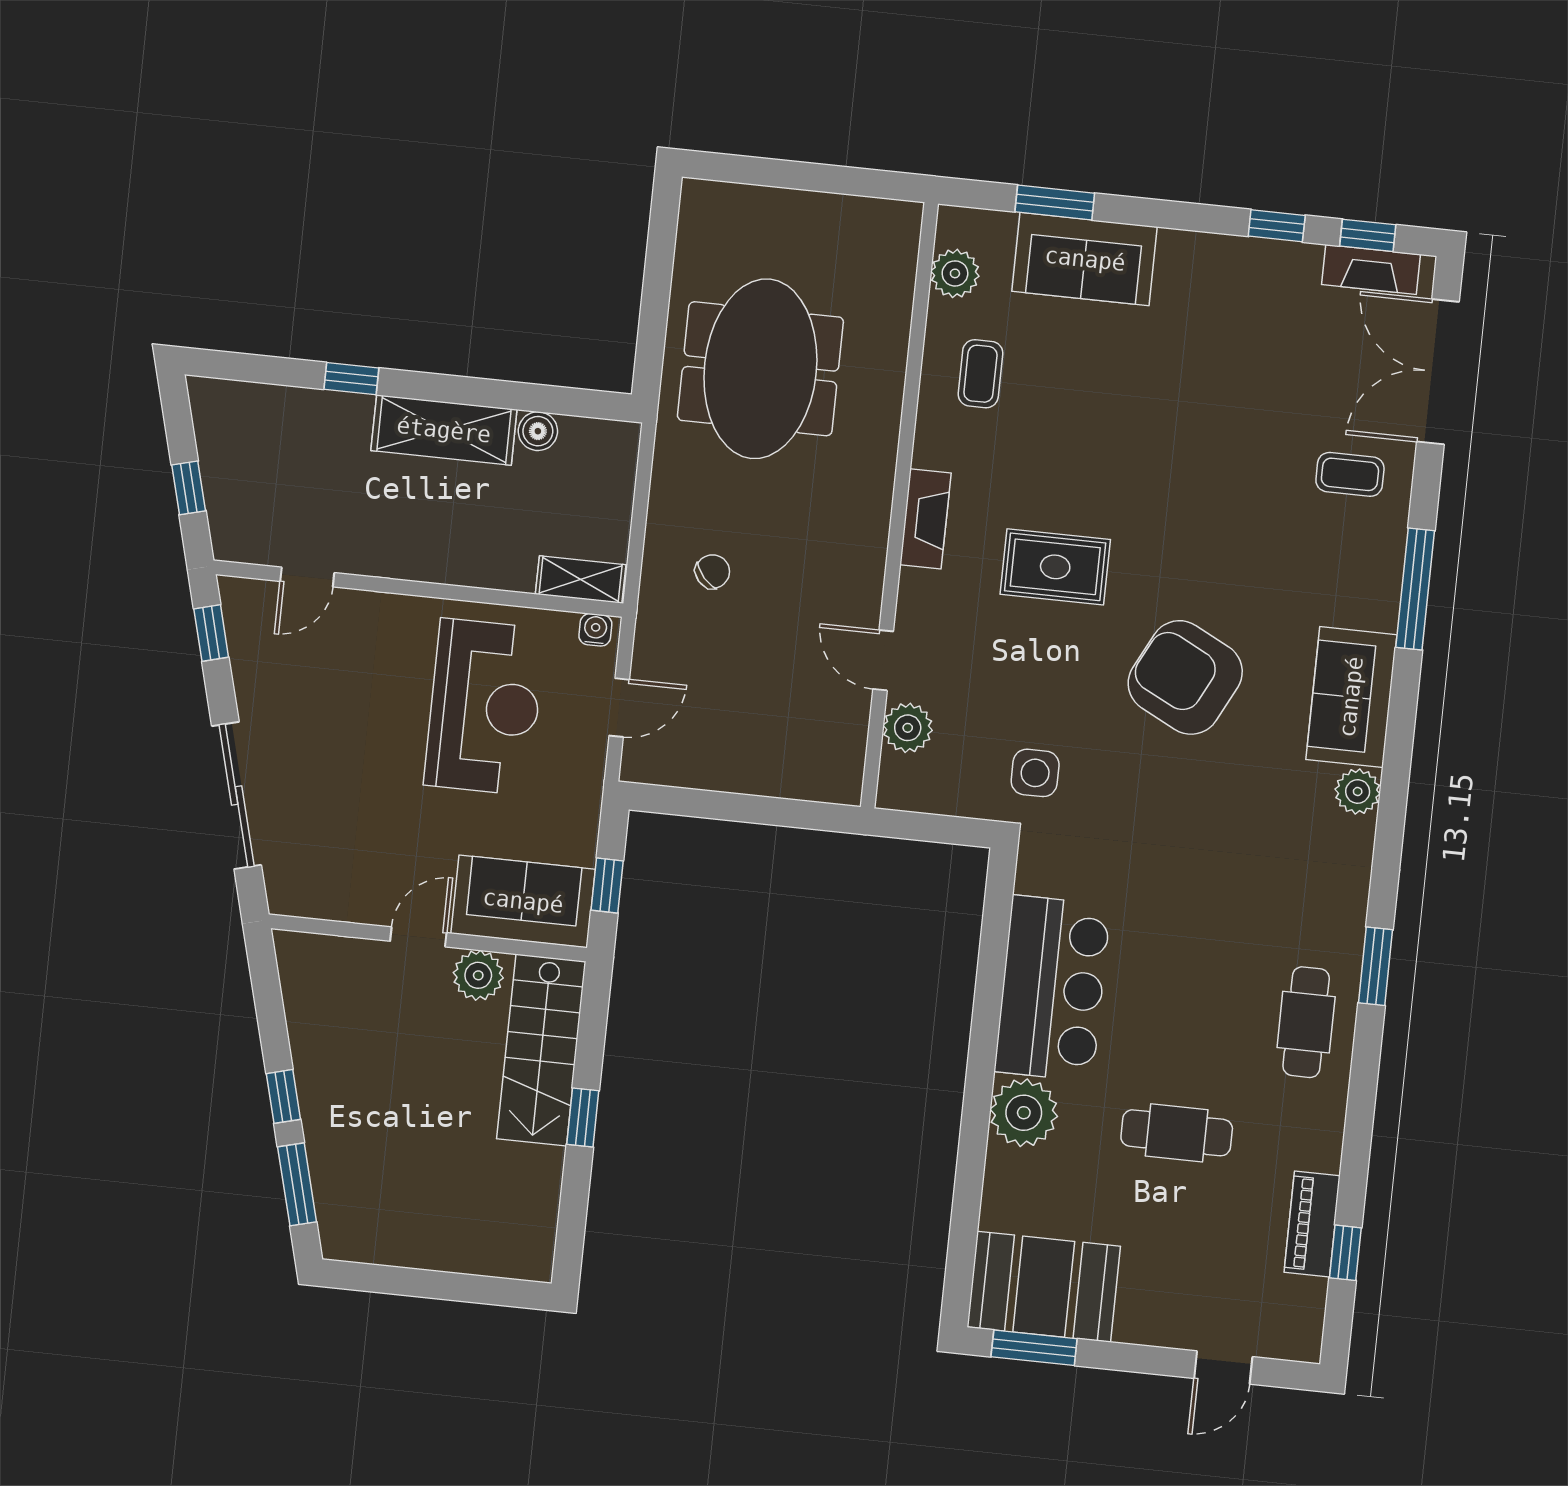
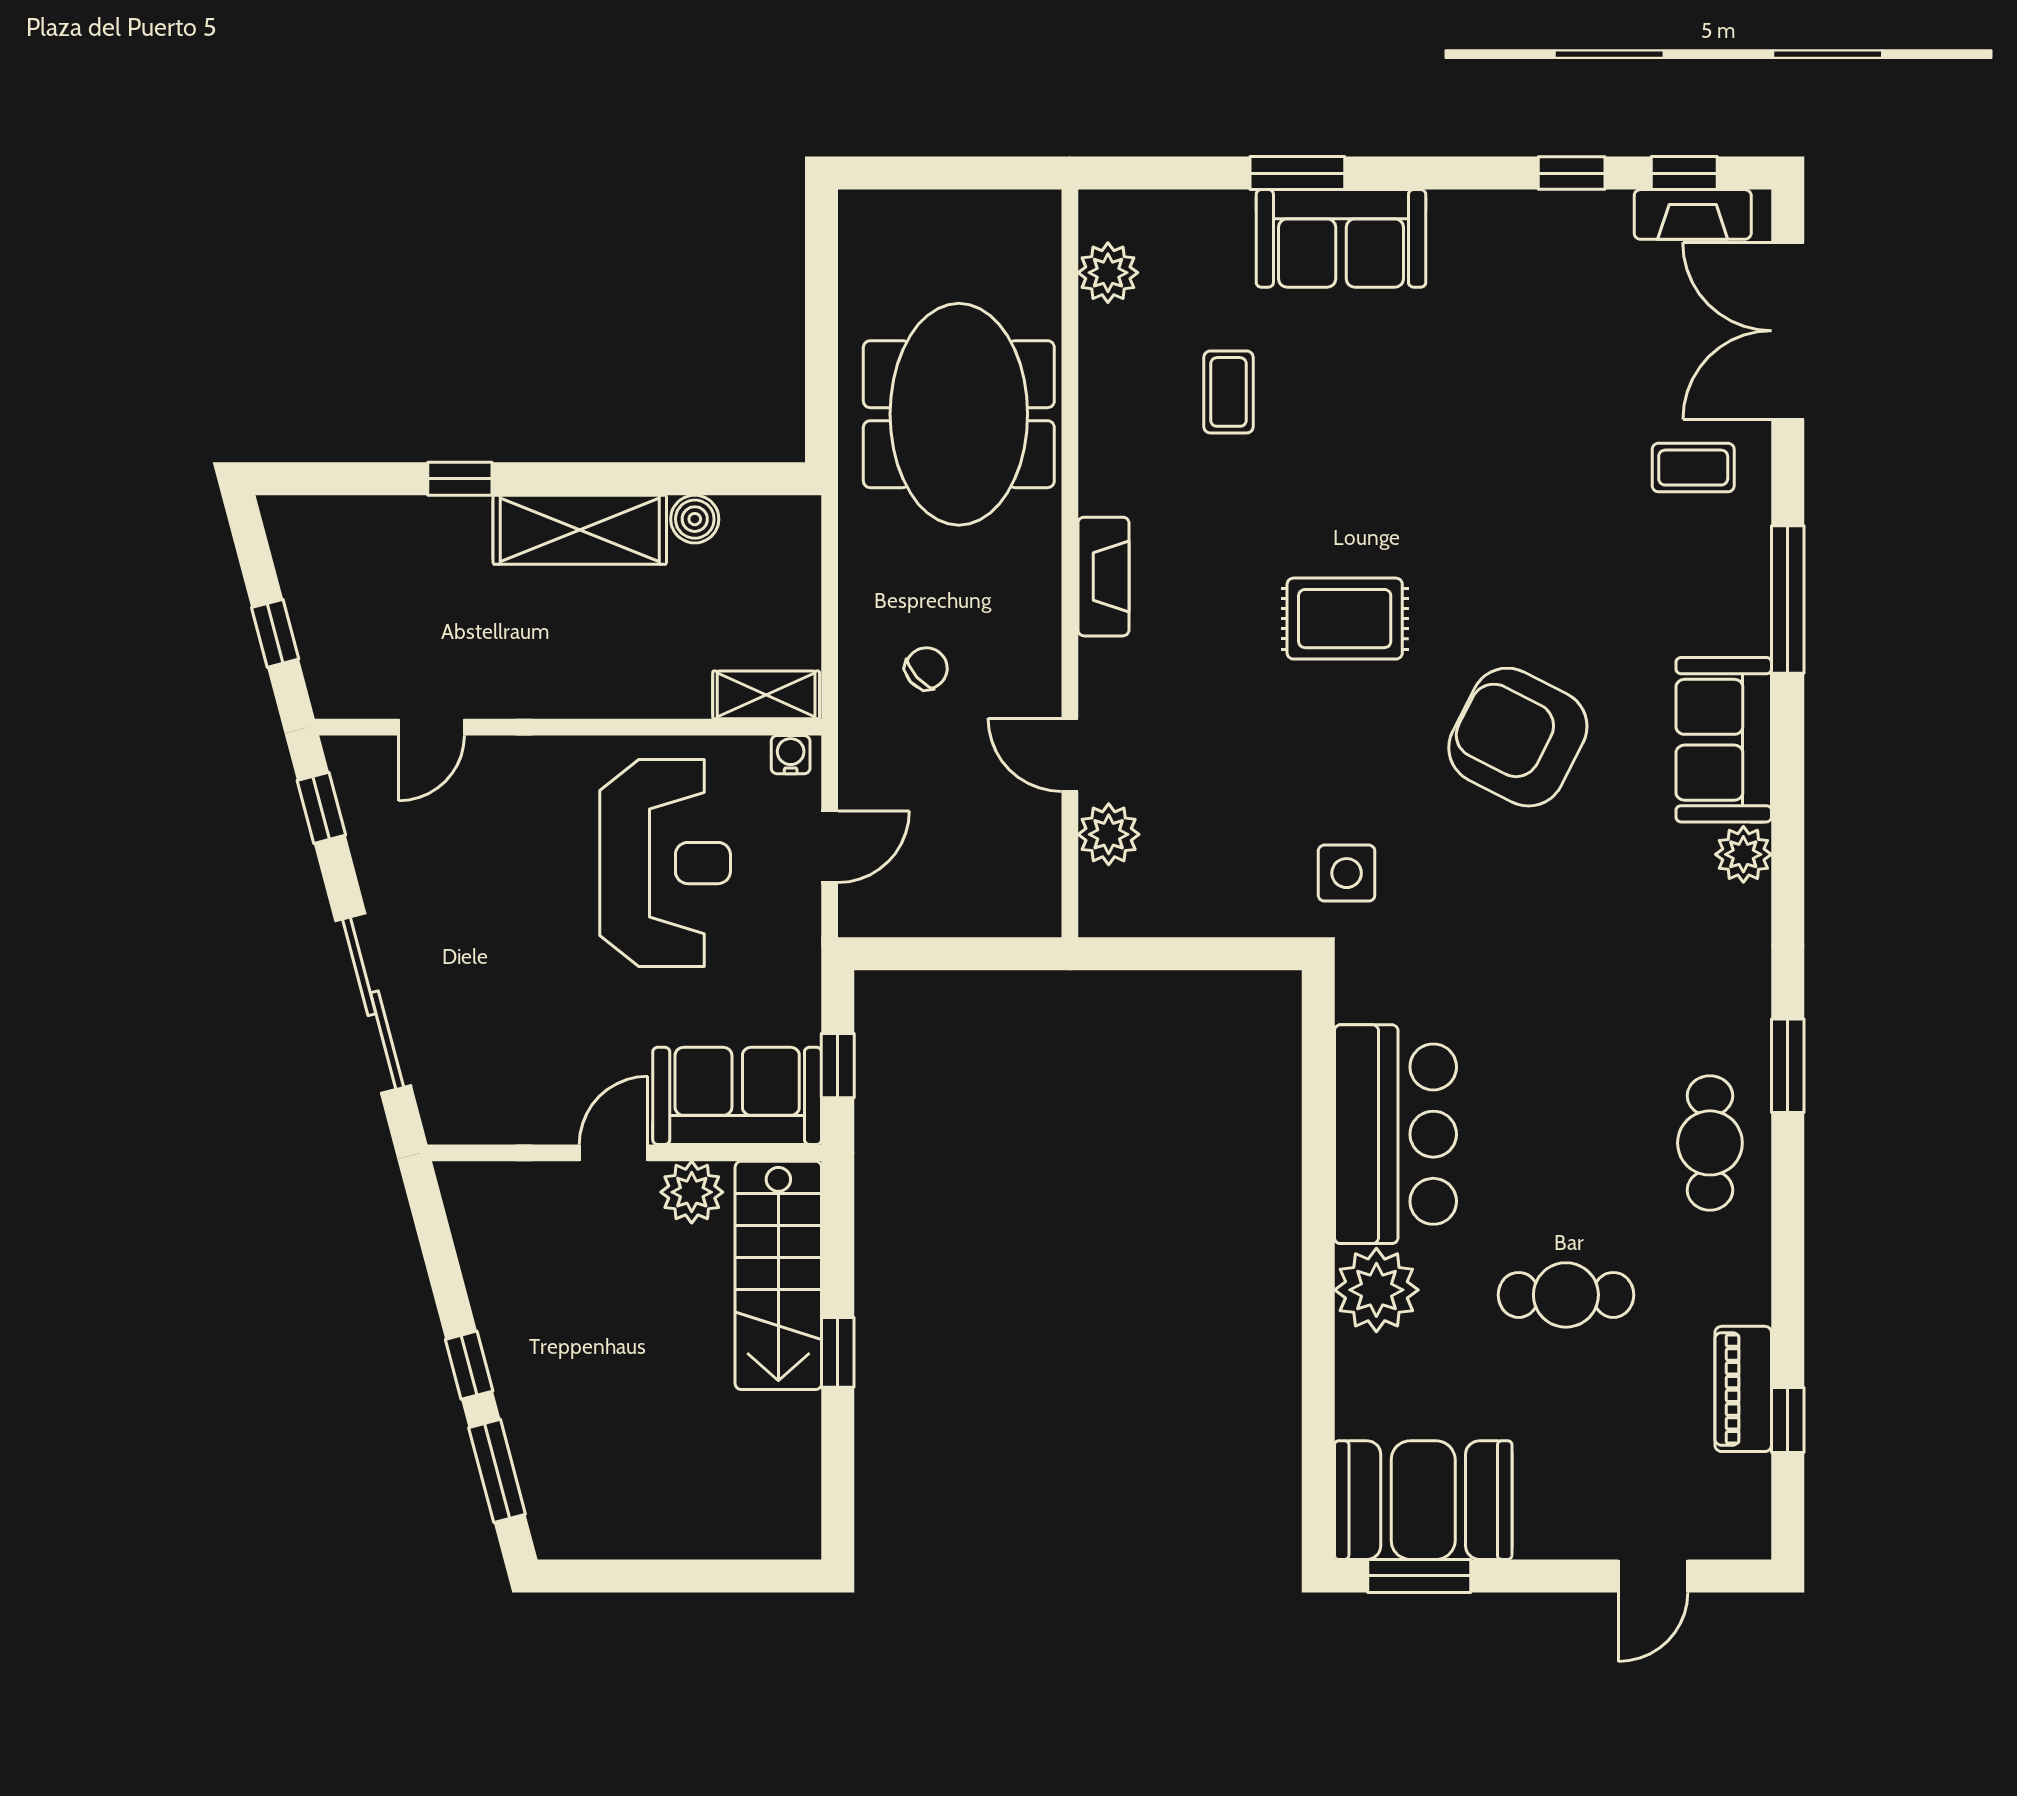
plant: (955, 273) -> (1108, 273), moved
wall: (899, 505) -> (1070, 563), moved
fireplace: (925, 519) -> (1103, 577), moved
door: (883, 660) -> (1070, 755), moved
plant: (908, 728) -> (1109, 834), moved

